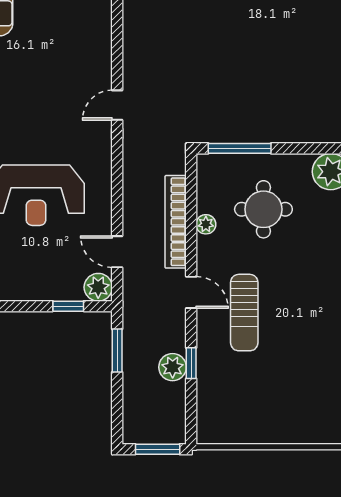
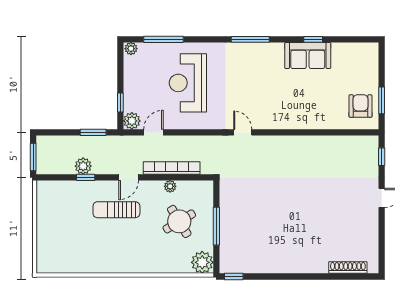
window: (240, 148) -> (216, 226), moved
round table: (263, 209) -> (179, 221), turned -31

